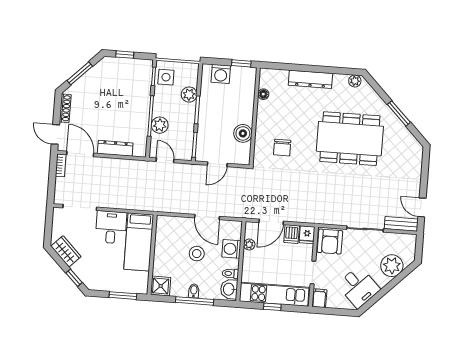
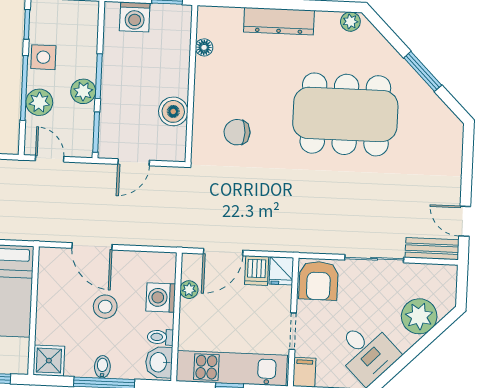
side table: (166, 77) -> (43, 57), moved
plant: (189, 95) -> (83, 91), moved
chair: (282, 148) -> (237, 132), turned 90
door: (207, 217) -> (92, 246), moved

